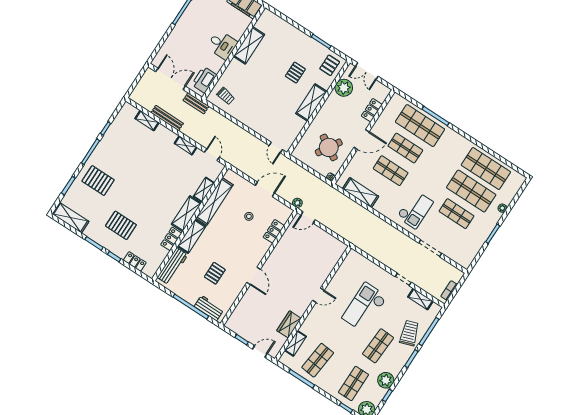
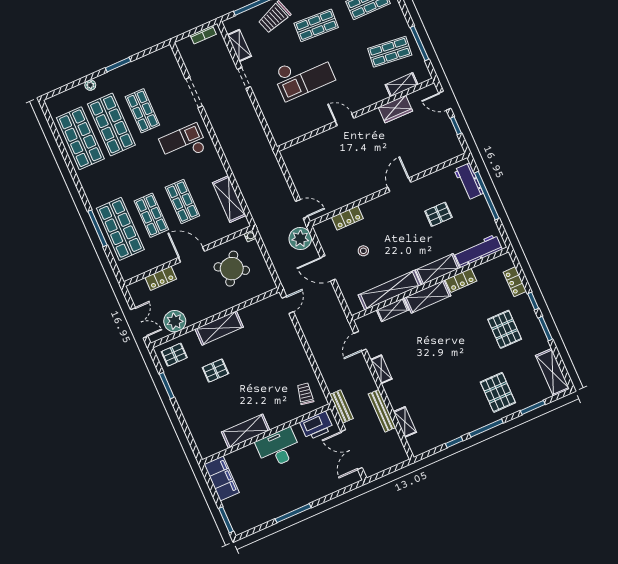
desk: (222, 45) -> (278, 448), width x1.37
plant: (297, 203) -> (300, 239), width x1.87, depth x1.87

